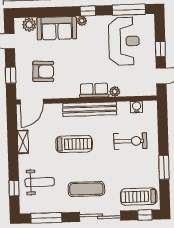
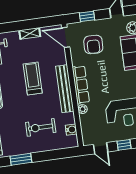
row of seats: (94, 90) -> (81, 85), width x1.48
exercise bike: (130, 141) -> (41, 127), turned 90
treadmill: (74, 144) -> (33, 78), turned 180

